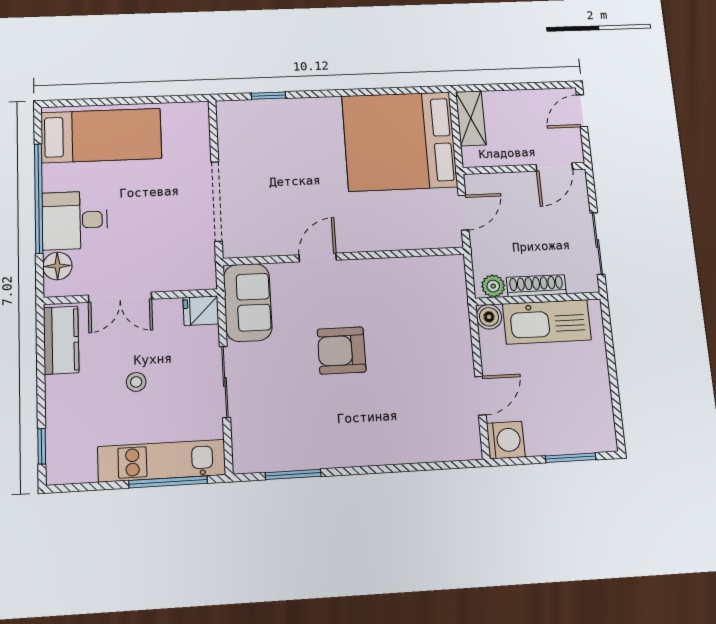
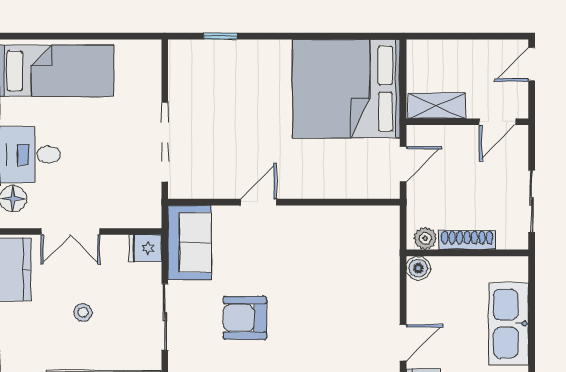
shelving: (471, 118) -> (437, 106), moved, turned 90
kitchen sink: (547, 322) -> (509, 323), moved, turned 90
armchair: (342, 351) -> (245, 318), moved

